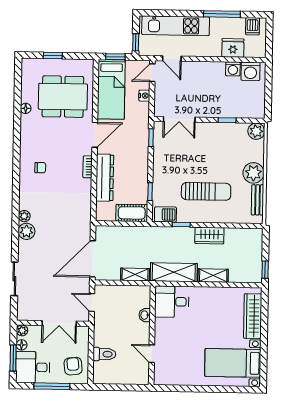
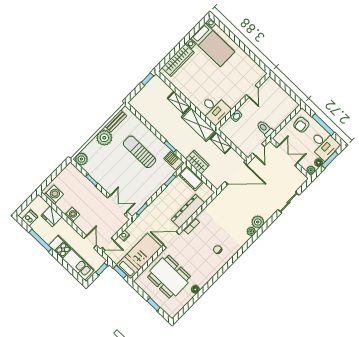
washing machine: (233, 69) -> (72, 215), moved
wardrobe: (209, 236) -> (197, 162), moved
toilet: (104, 354) -> (265, 129), moved

